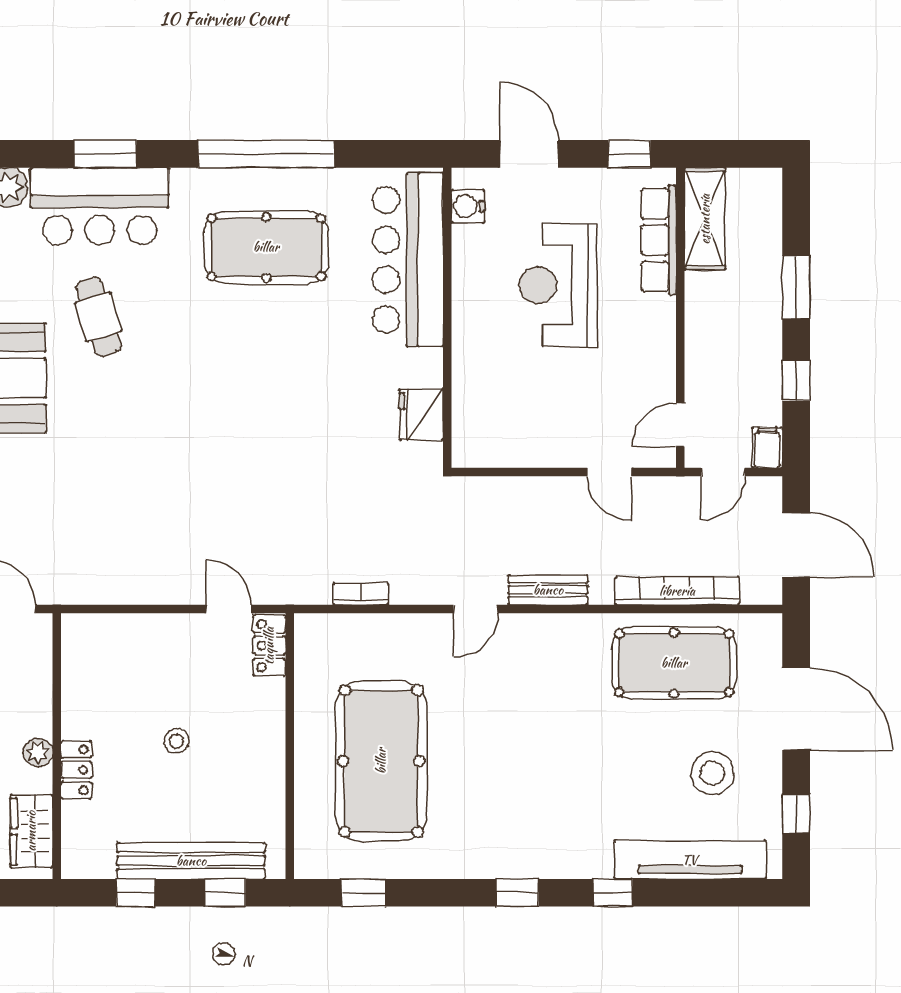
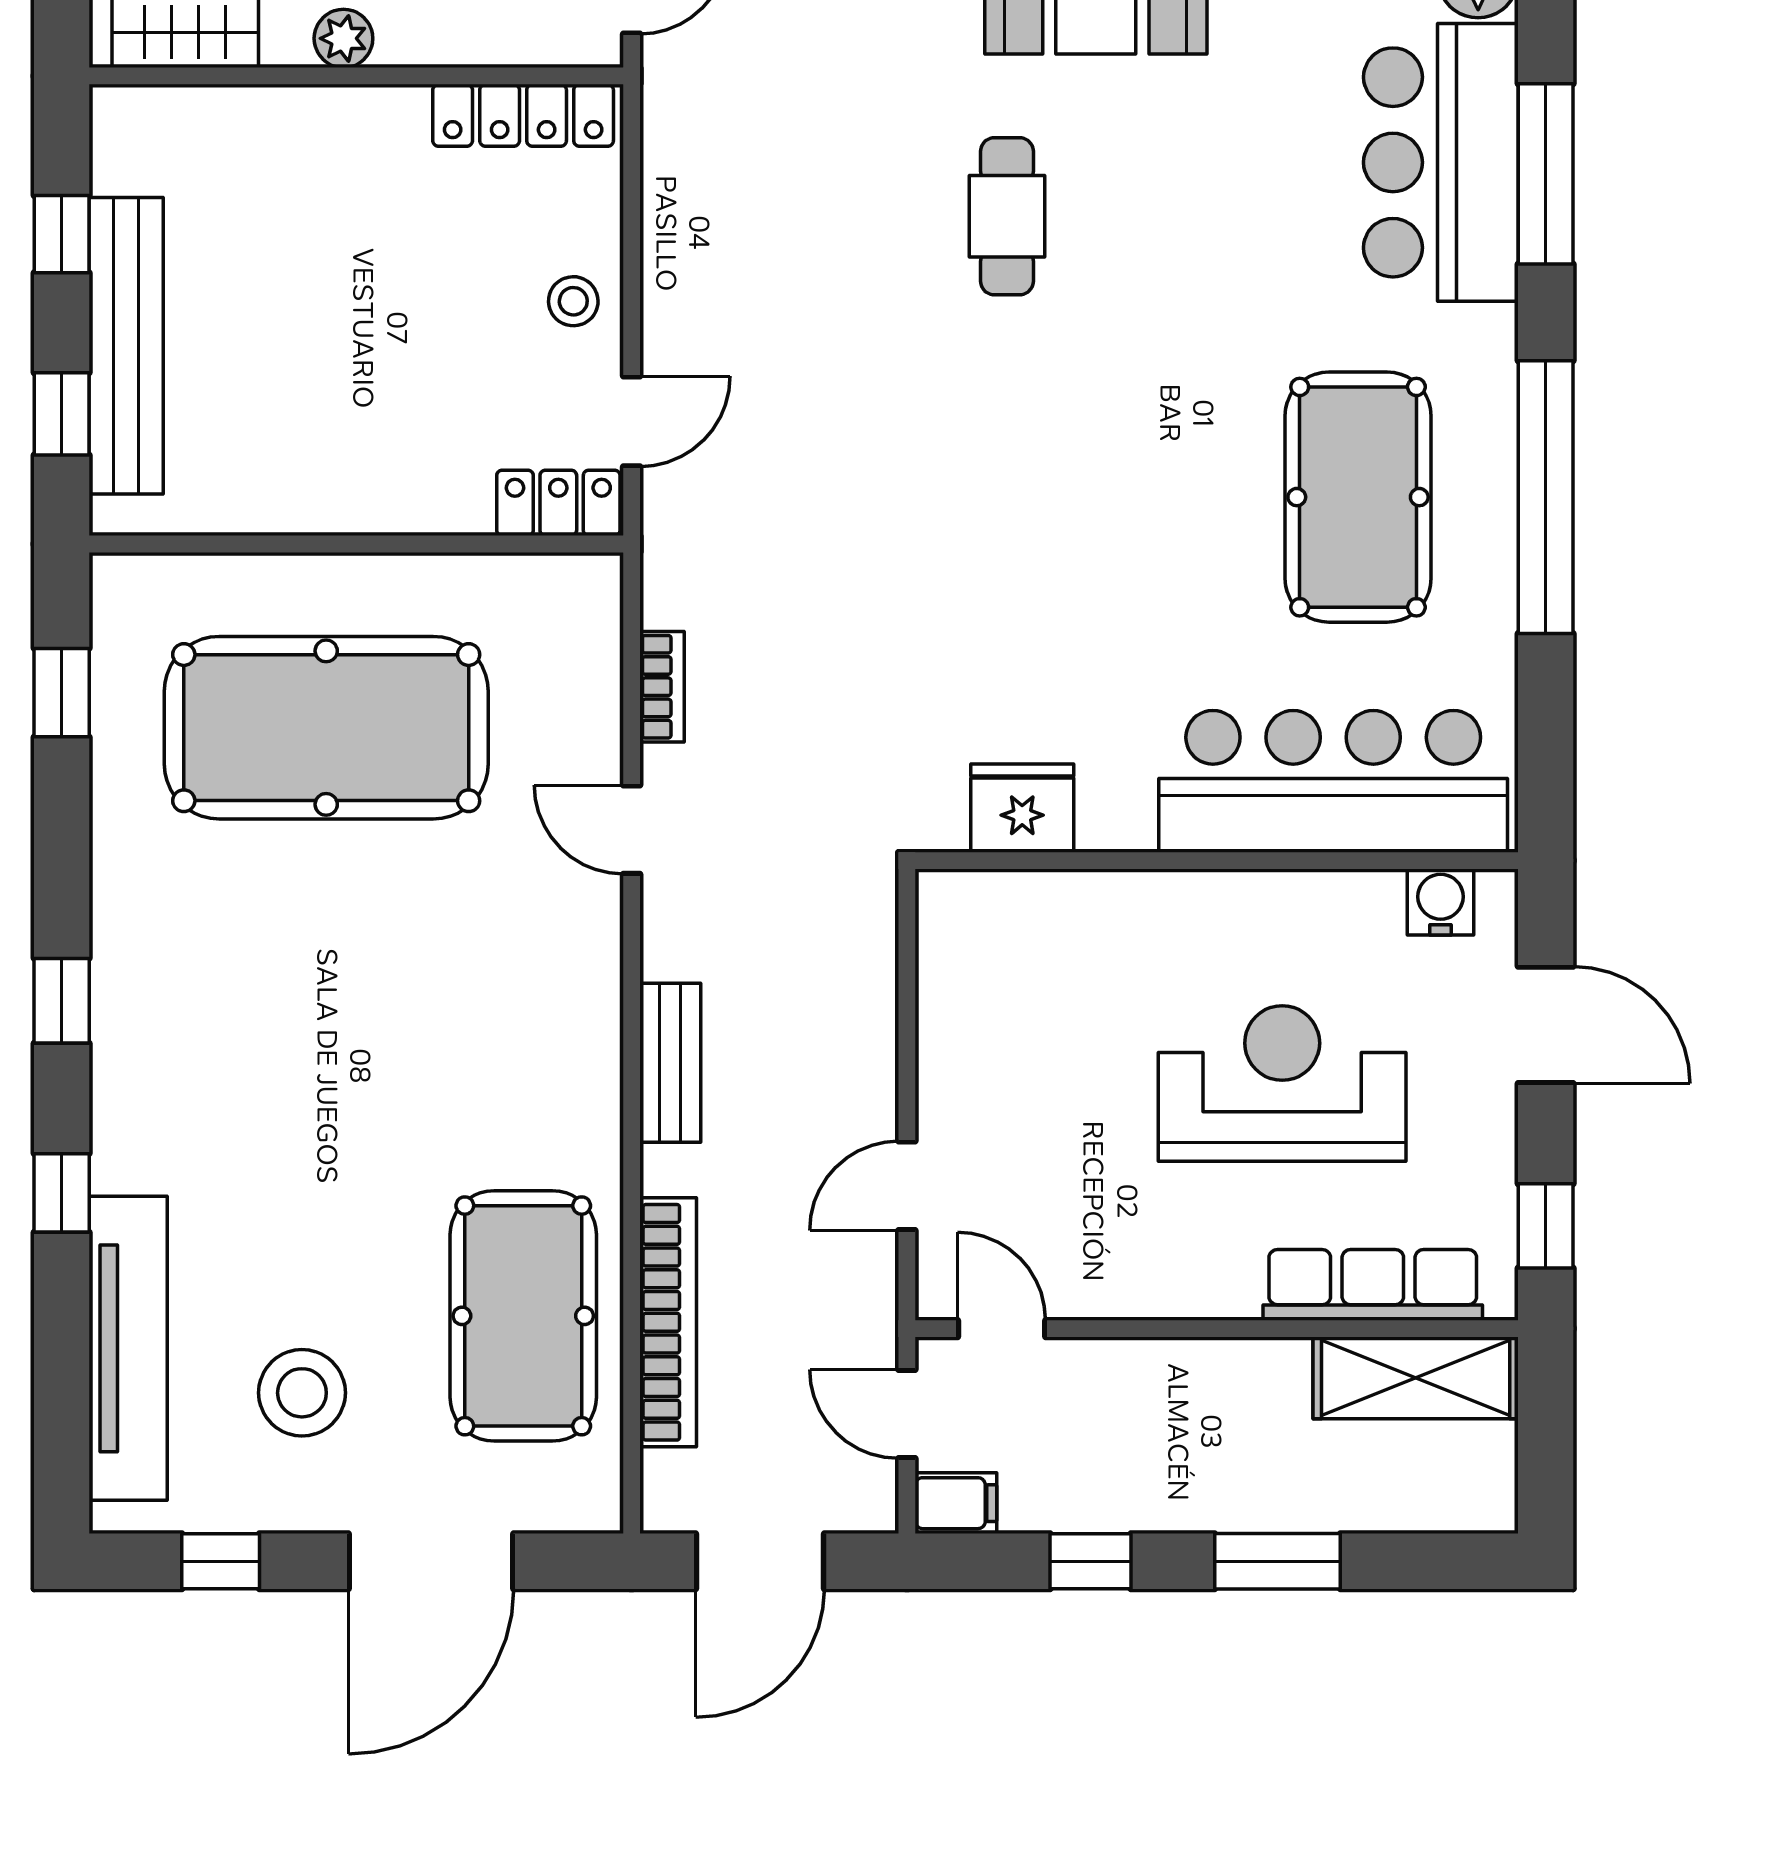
window: (105, 154) -> (1546, 174), width x1.44
door: (529, 154) -> (1546, 1025), hinge flipped
cafe table: (98, 317) -> (1007, 216), moved, turned -73
door: (476, 609) -> (632, 830), moved
stool: (177, 741) -> (573, 301), moved
locker: (76, 770) -> (523, 115), moved, width x1.53

